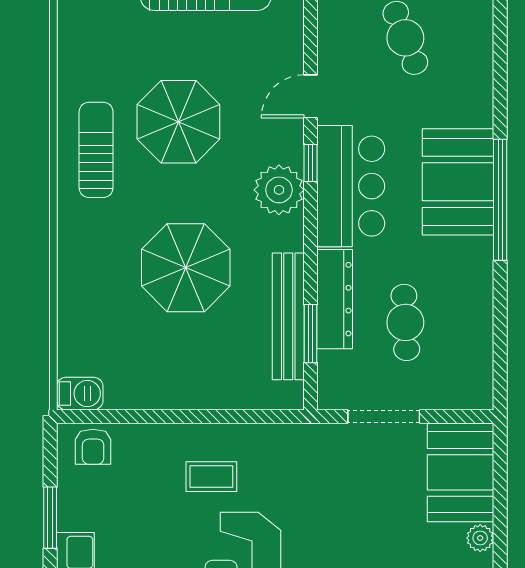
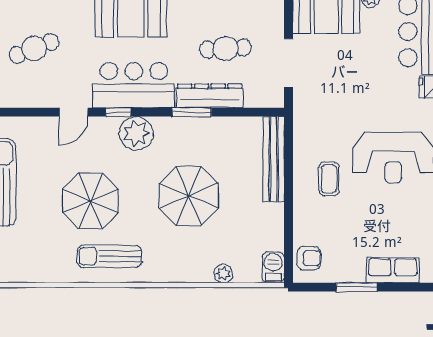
door: (311, 96) -> (73, 112), hinge flipped
bench: (288, 316) -> (274, 159), moved, turned 90
plant: (70, 319) -> (223, 274), added
window: (311, 334) -> (192, 112), moved

